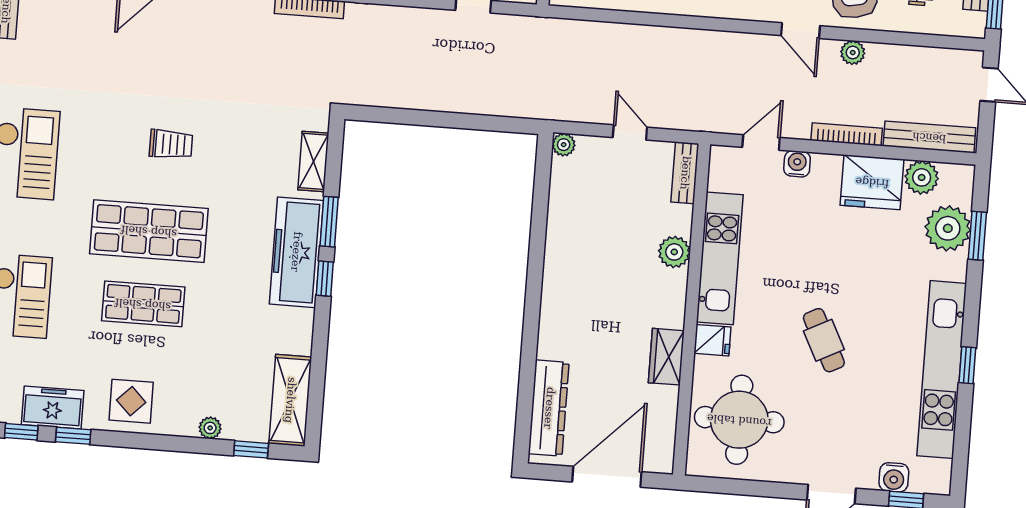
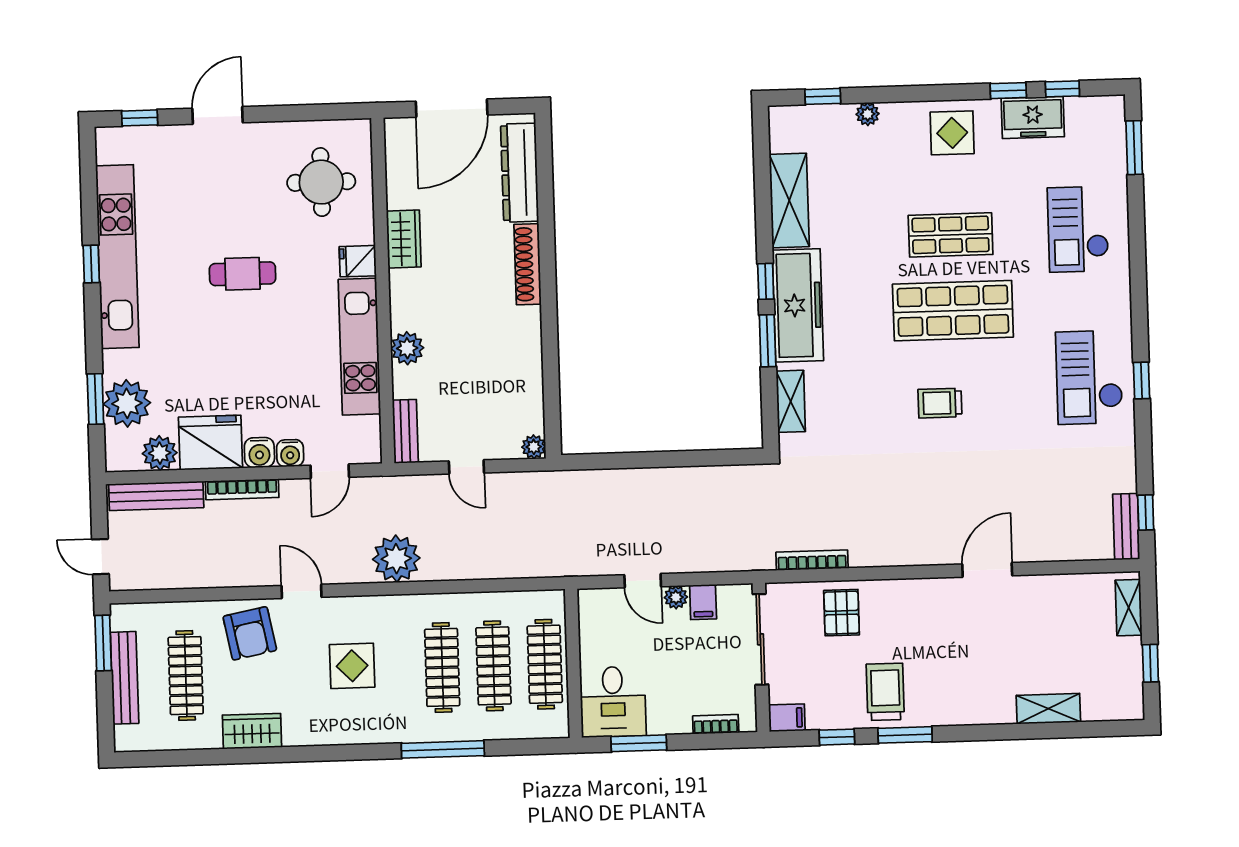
plant: (853, 53) -> (396, 559), moved, width x1.87, depth x1.87
shoe rack: (551, 320) -> (528, 264), added
cafe table: (824, 340) -> (243, 274), turned -63
shelving: (290, 400) -> (789, 200), moved
round table: (739, 420) -> (321, 182), width x0.73, depth x0.73
water cooler: (894, 477) -> (259, 453), moved, turned 180

